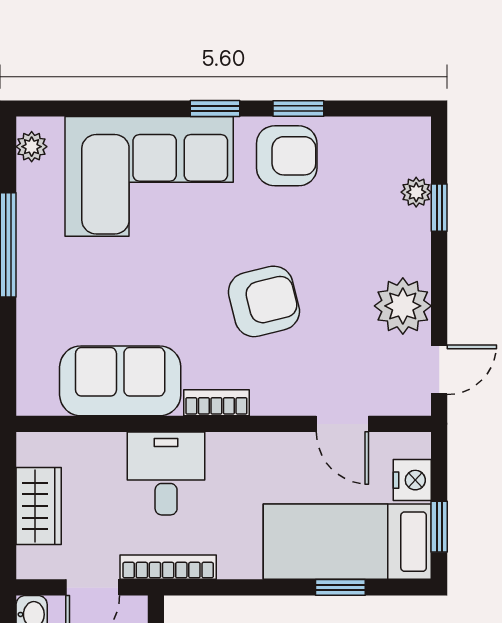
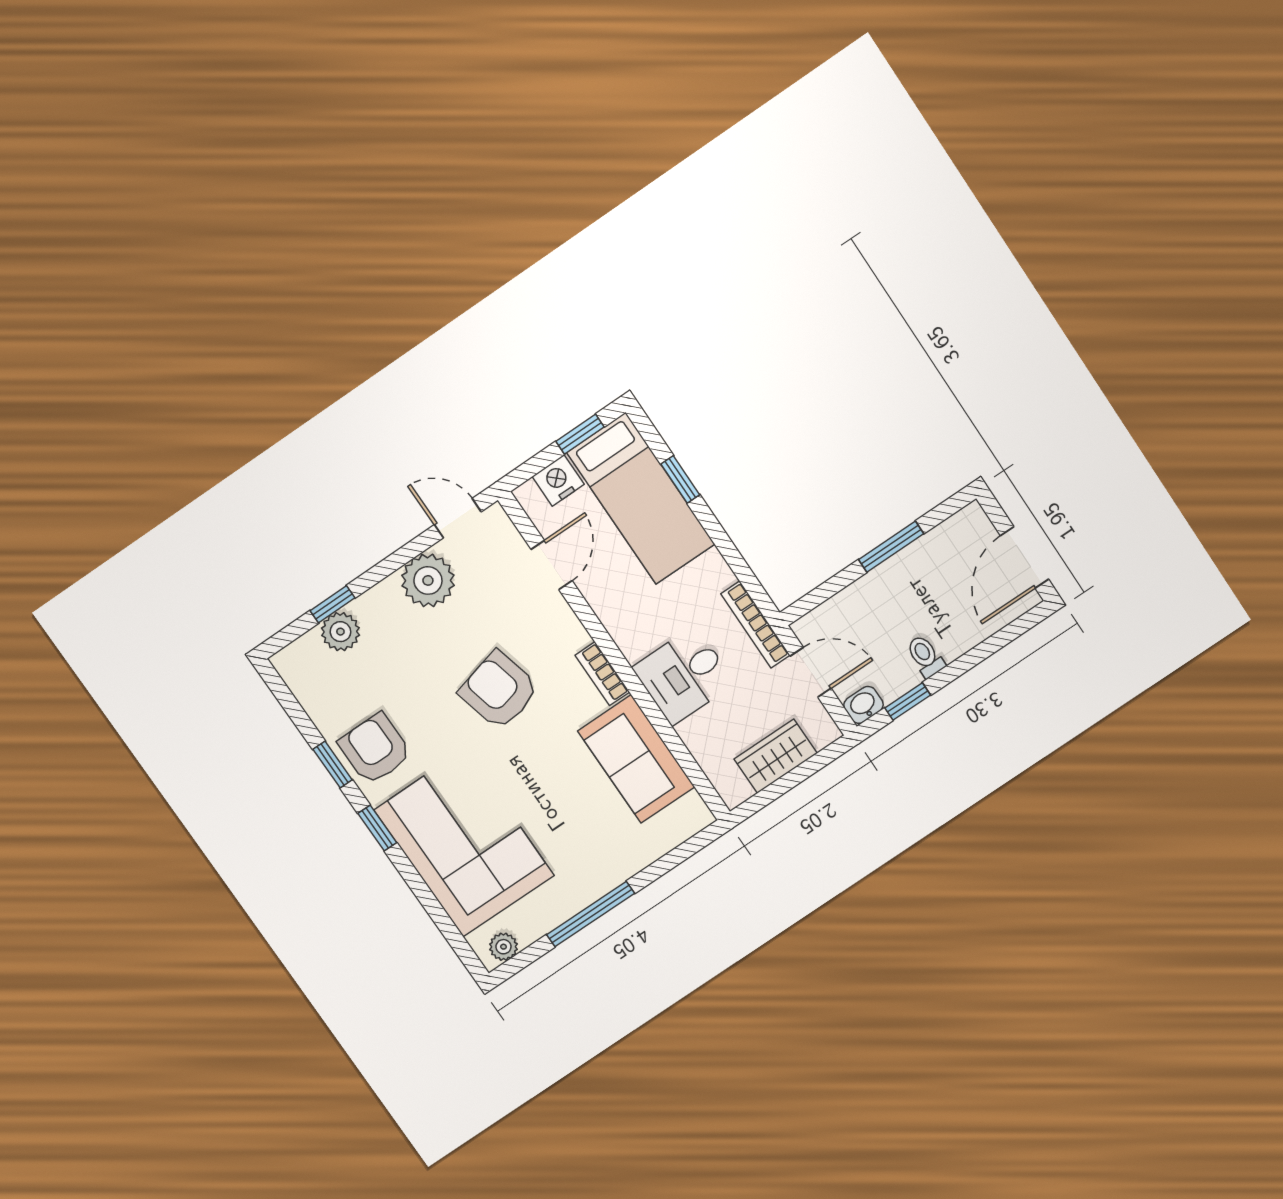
plant: (416, 192) -> (340, 632), width x1.38, depth x1.38

